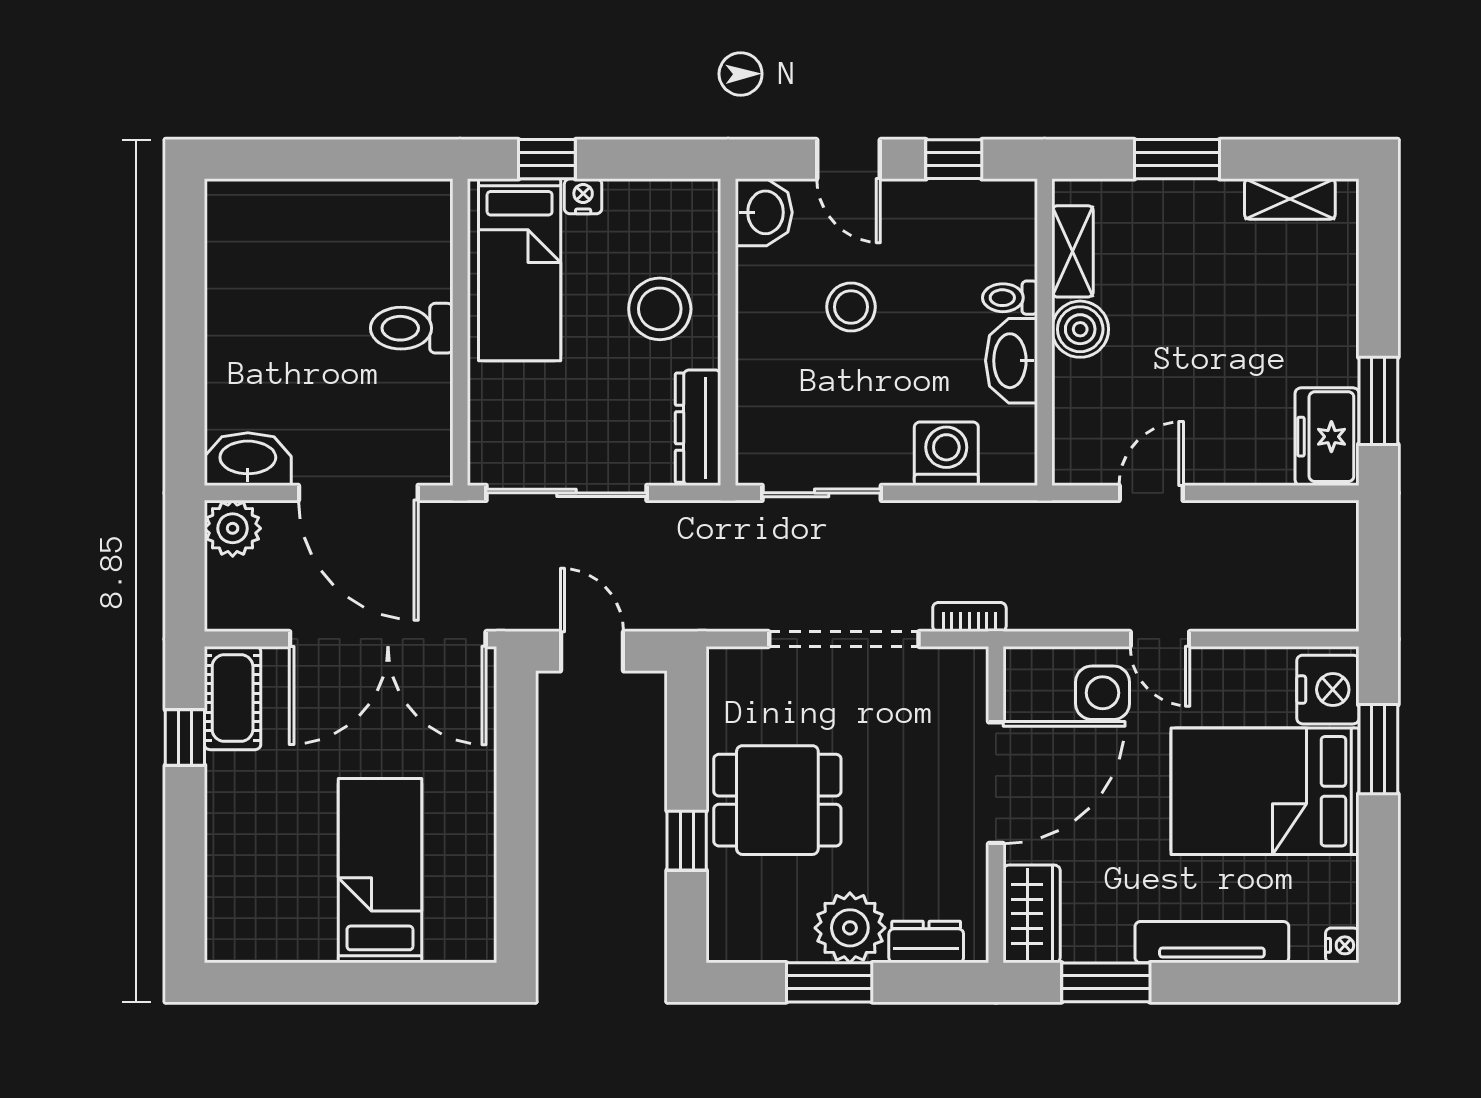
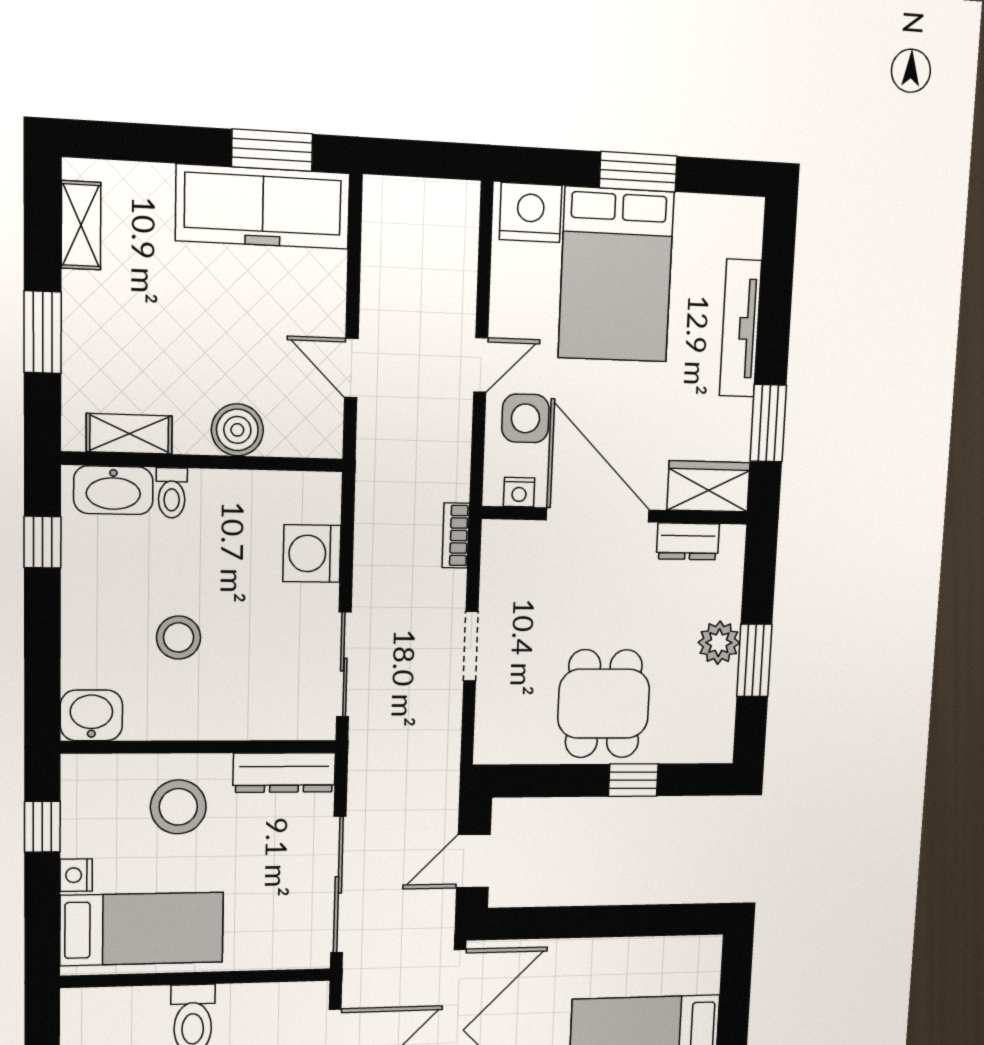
window: (547, 159) -> (42, 827), moved
door: (848, 159) -> (42, 639), removed
boiler: (1080, 329) -> (237, 430), moved
washbasin: (1011, 361) -> (113, 490), moved
freezer: (1327, 437) -> (263, 207), width x1.91, depth x1.26
doorway: (844, 639) -> (471, 646), width x0.53
window: (1378, 749) -> (638, 172), moved
plant: (850, 928) -> (719, 643), width x0.73, depth x0.73
dresser: (926, 942) -> (688, 541), moved, turned -90
nightstand: (1342, 945) -> (519, 492), moved, turned 180

